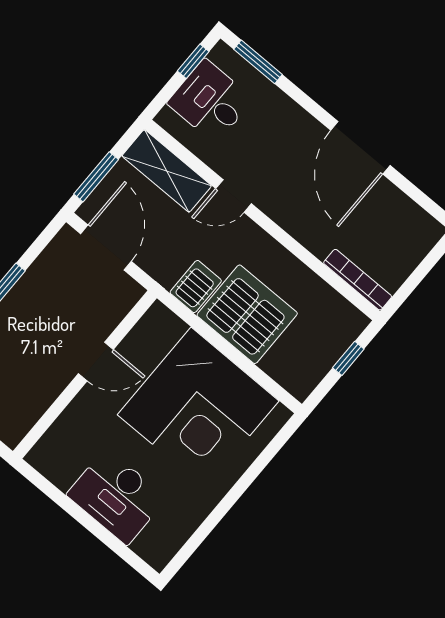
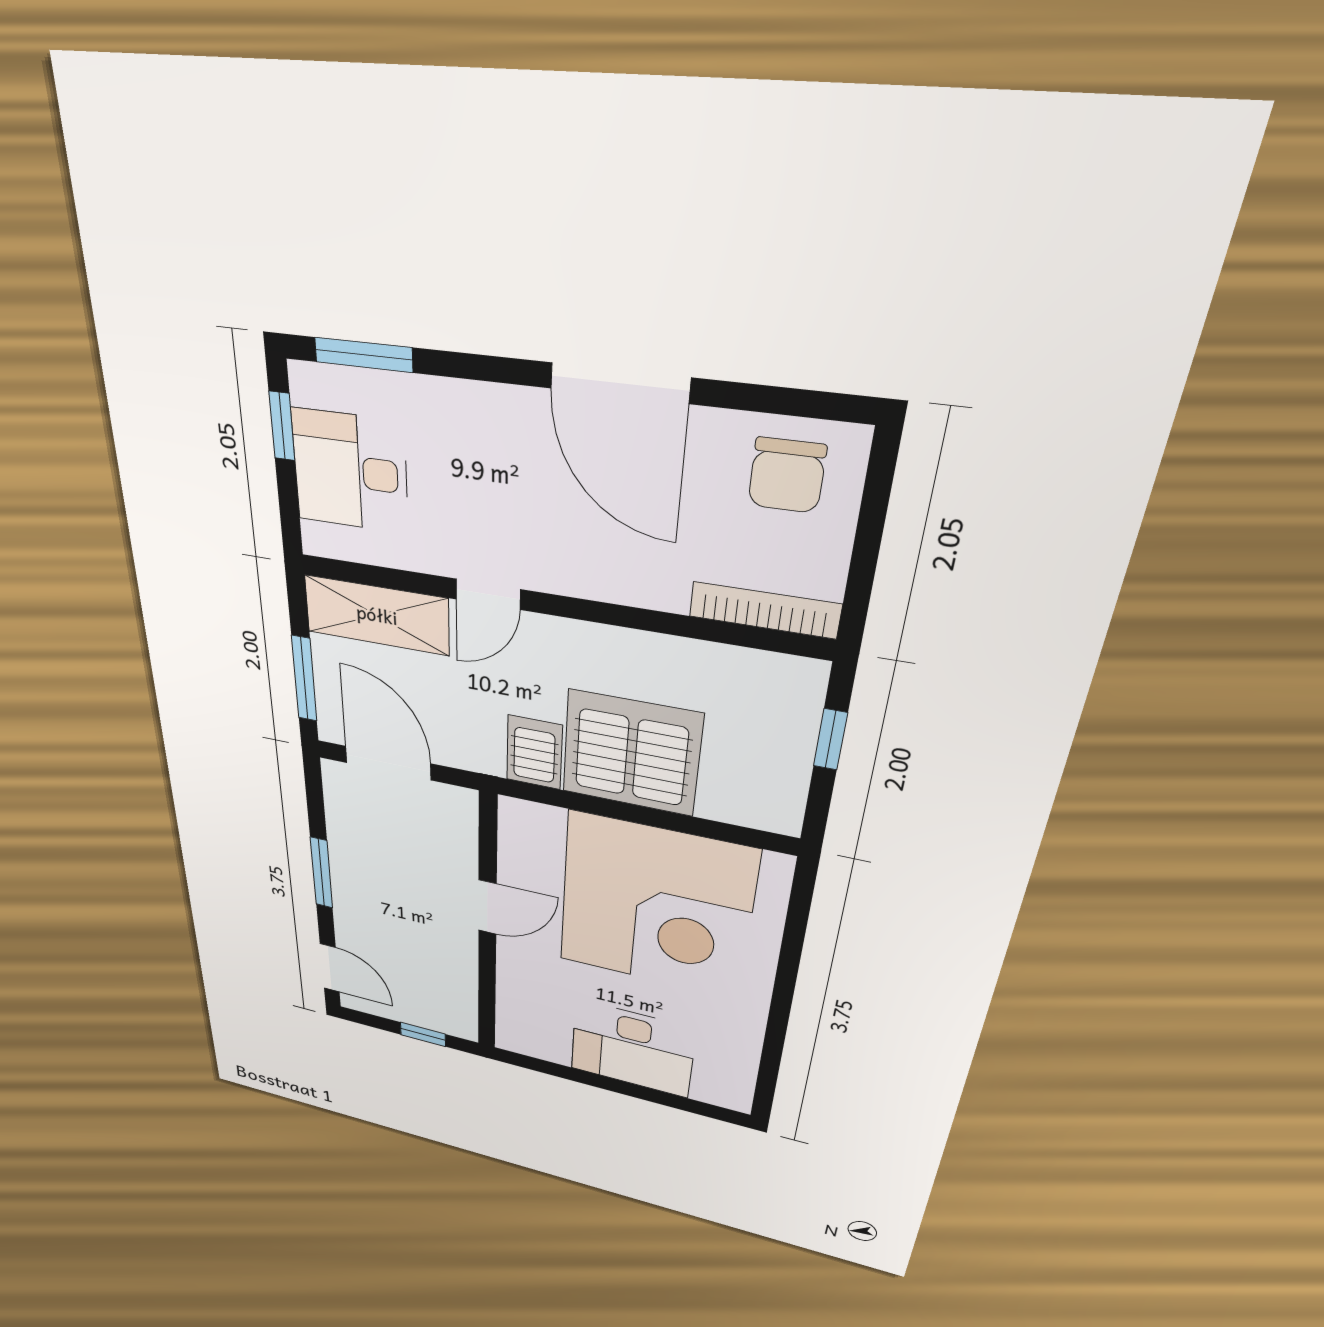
chair: (403, 228) -> (787, 475), added

